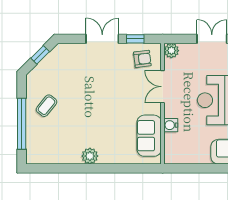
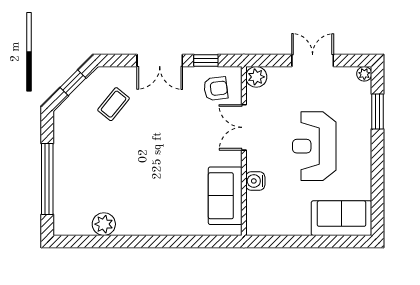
double door: (102, 39) -> (160, 61), swing flipped
coffee table: (47, 106) -> (114, 104), moved
plant: (90, 156) -> (104, 224), moved

